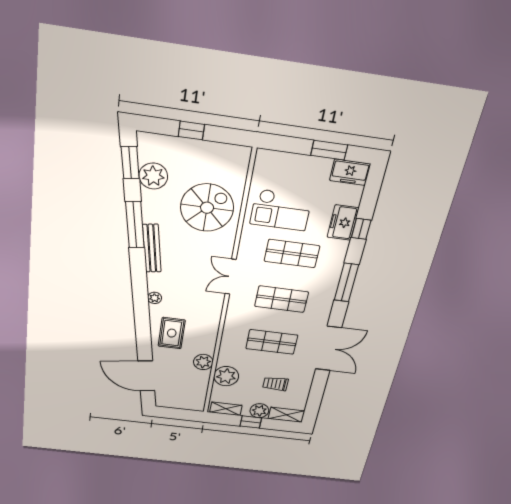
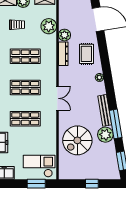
window: (329, 150) -> (36, 184), moved
plant: (153, 176) -> (105, 135), moved
checkout: (281, 210) -> (39, 166), moved
dresser: (210, 338) -> (63, 54), added

